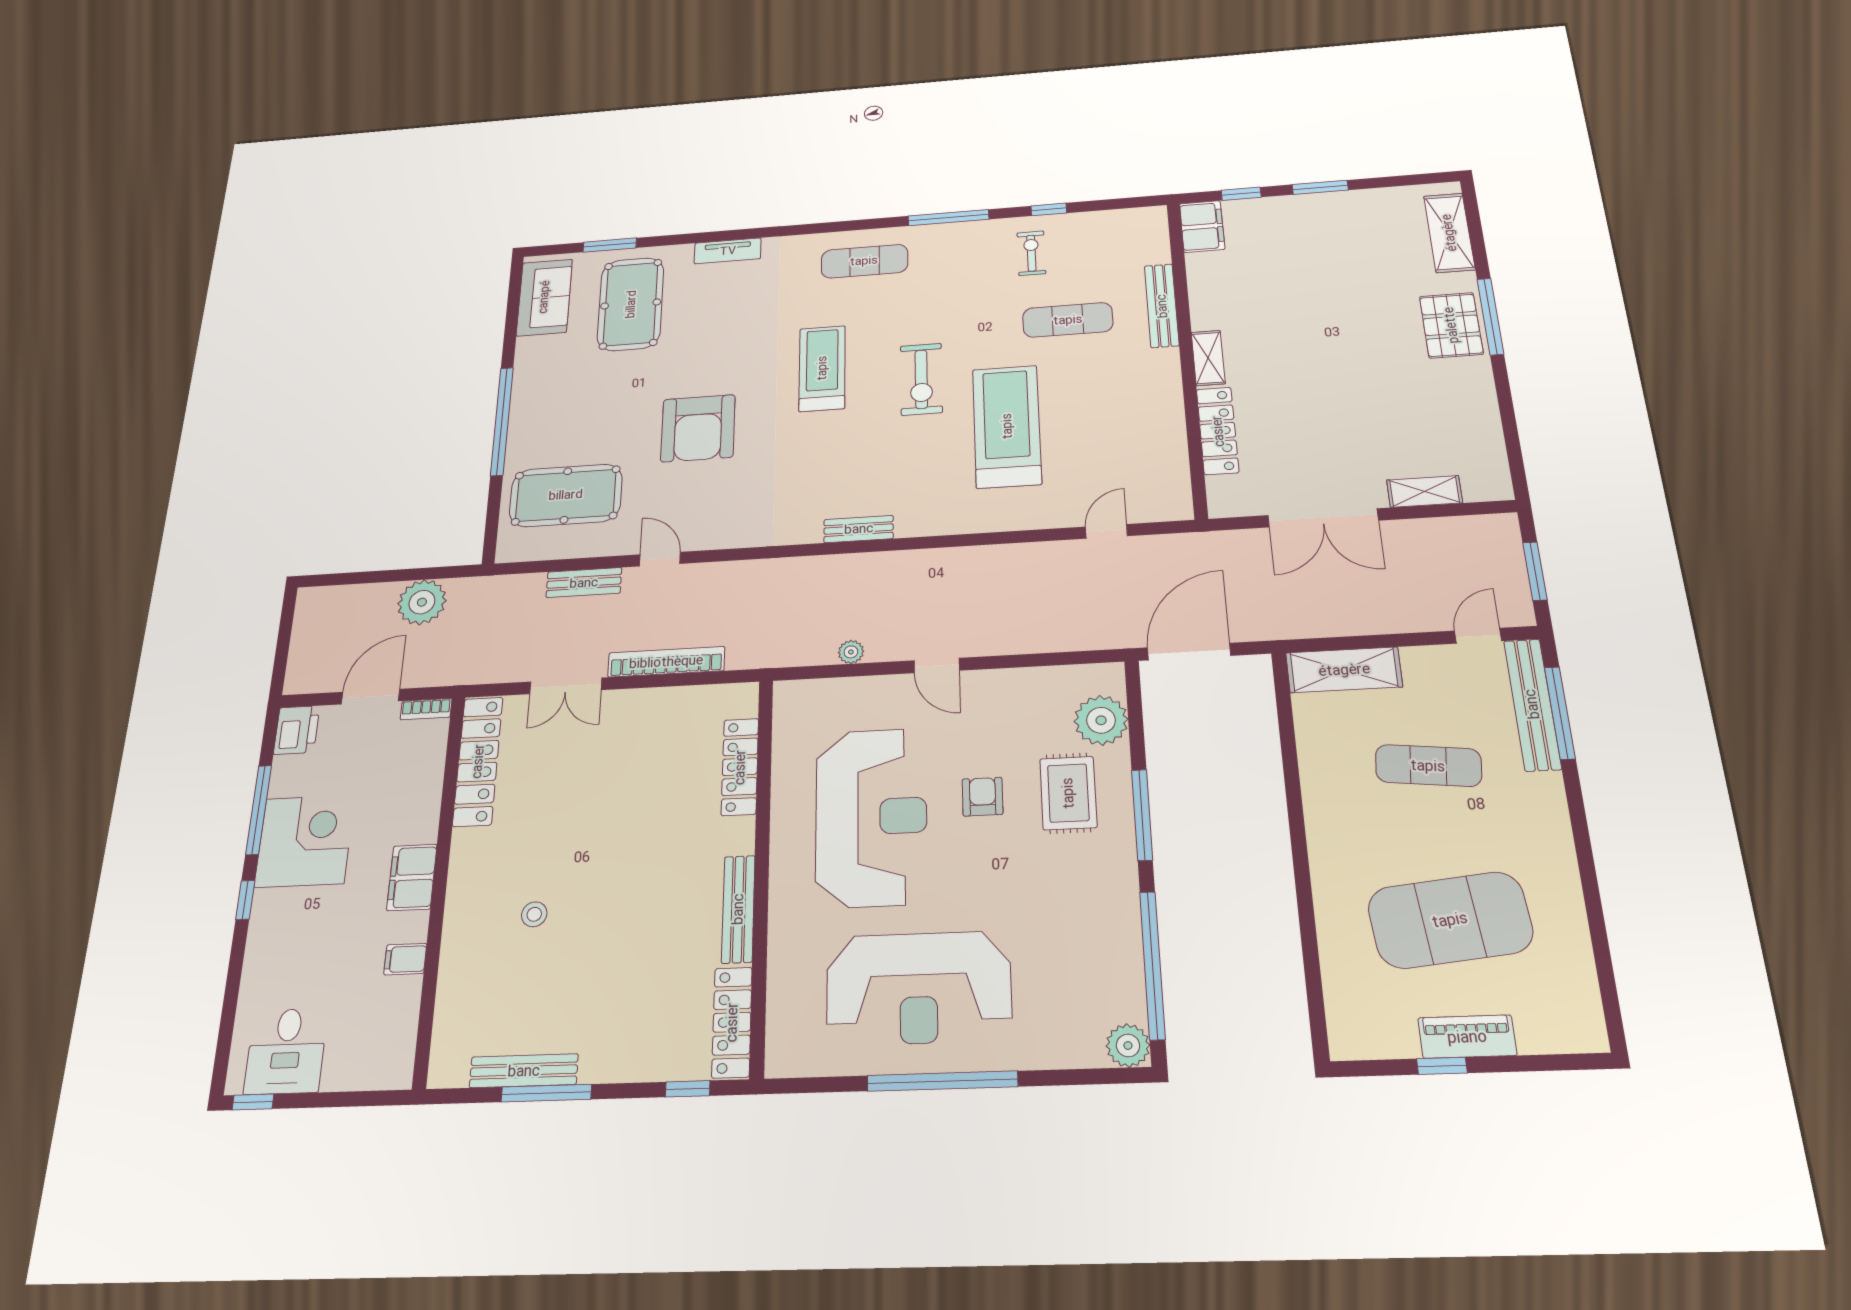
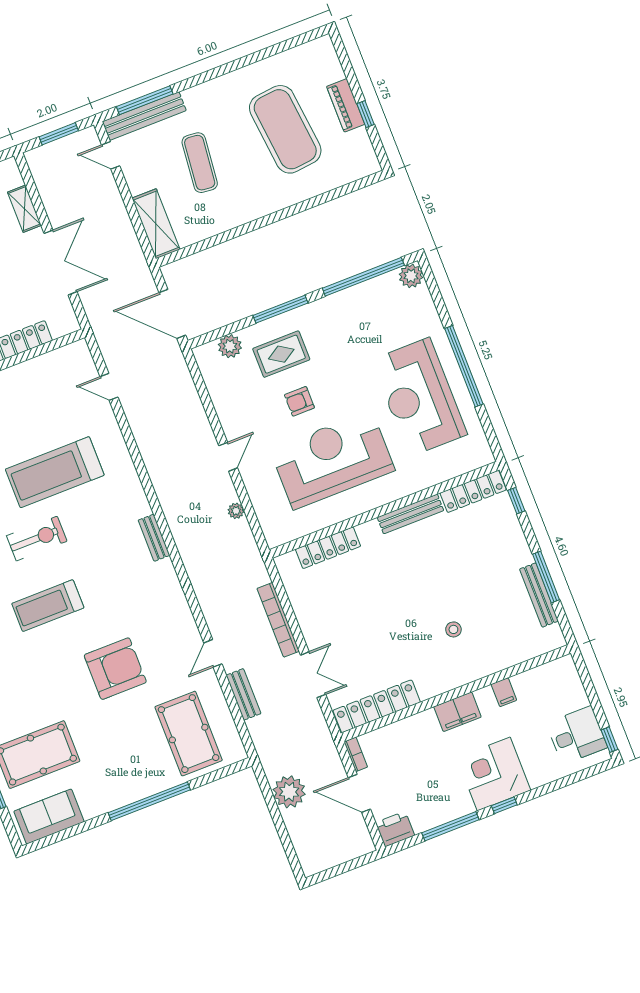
plant: (1101, 720) -> (230, 346), width x0.73, depth x0.73
corner desk: (305, 841) -> (494, 774), moved
reception desk: (919, 988) -> (419, 397), turned 180

